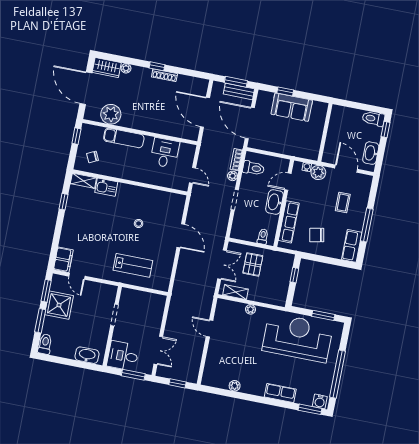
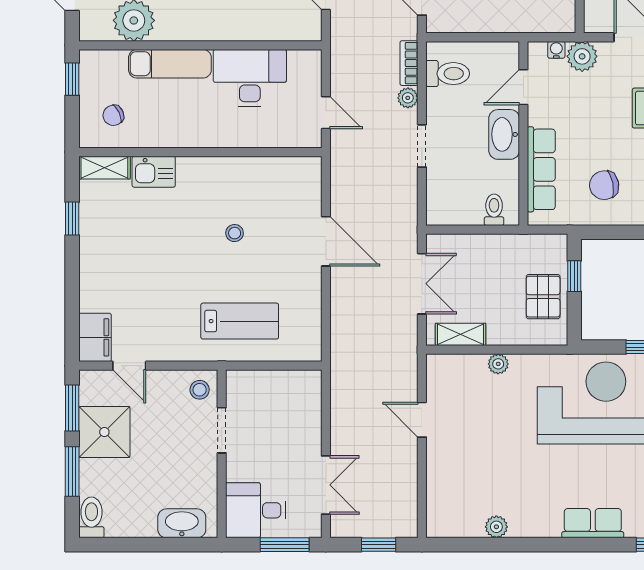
desk: (165, 153) -> (250, 78), width x1.37
pallet: (253, 264) -> (543, 297), moved
stool: (108, 294) -> (200, 390), added

